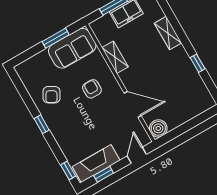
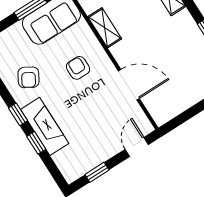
boiler: (158, 128) -> (162, 113), removed
fireplace: (96, 164) -> (45, 126), moved, turned 90
window: (68, 171) -> (36, 143), moved

